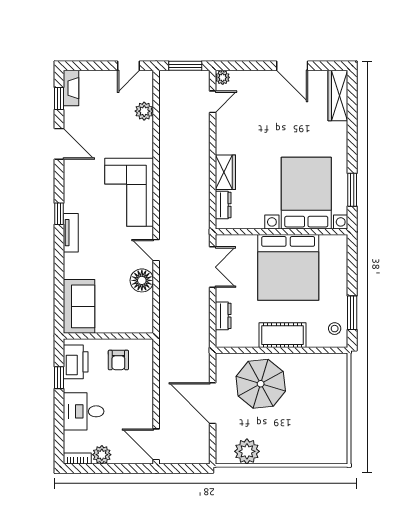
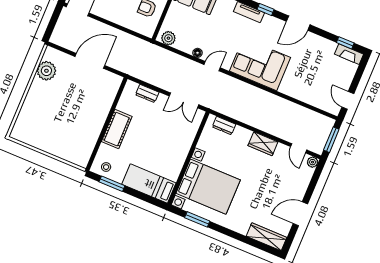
plant: (144, 111) -> (168, 38), moved
door: (59, 144) -> (298, 23), moved
wardrobe: (225, 172) -> (263, 144), moved
bed: (288, 267) -> (149, 184), moved, width x0.49
floor lamp: (142, 280) -> (197, 53), width x0.53, depth x0.53
parasol: (261, 384) -> (89, 100), removed

